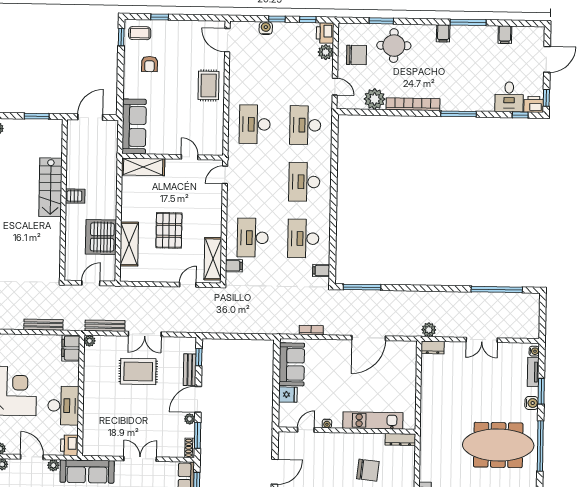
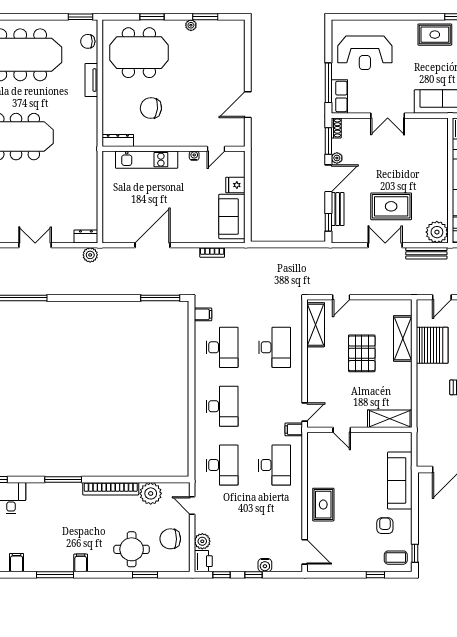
sofa: (134, 126) -> (400, 480), moved
filing cabinet: (234, 266) -> (294, 429), moved
plant: (90, 341) -> (437, 232), width x1.87, depth x1.87

